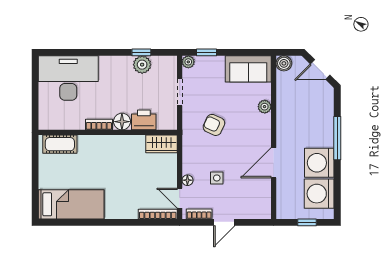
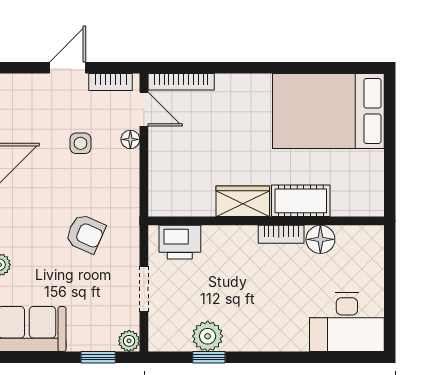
desk: (68, 78) -> (347, 322), width x0.73, depth x0.77
printer: (144, 120) -> (180, 242), moved
floor lamp: (122, 122) -> (320, 239), moved
cot: (60, 144) -> (301, 201), moved
wardrobe: (161, 144) -> (243, 201), moved
bed: (71, 204) -> (328, 111), width x1.50

